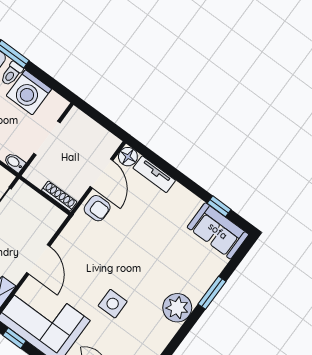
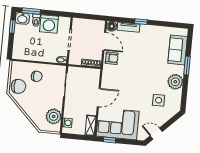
window: (219, 206) -> (141, 22), moved
sofa: (218, 231) -> (178, 50), moved, turned 90
door: (38, 259) -> (99, 98), hinge flipped
side table: (113, 304) -> (159, 100), moved

